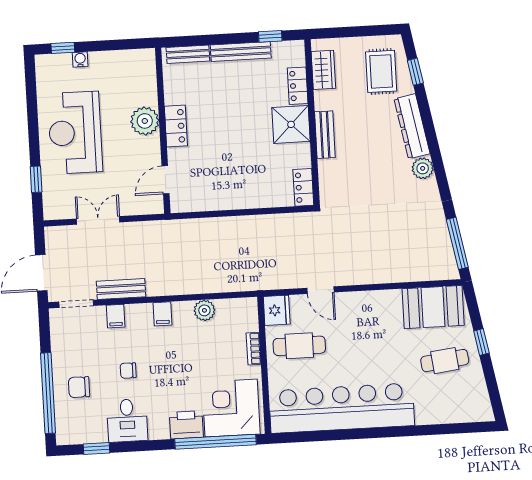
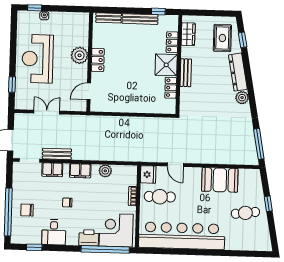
locker: (303, 187) -> (171, 88), moved
booth: (433, 307) -> (220, 180), moved
filing cabinet: (162, 314) -> (80, 171), width x2.00
filing cabinet: (116, 316) -> (52, 170), width x2.00
chair: (128, 371) -> (67, 202), moved

